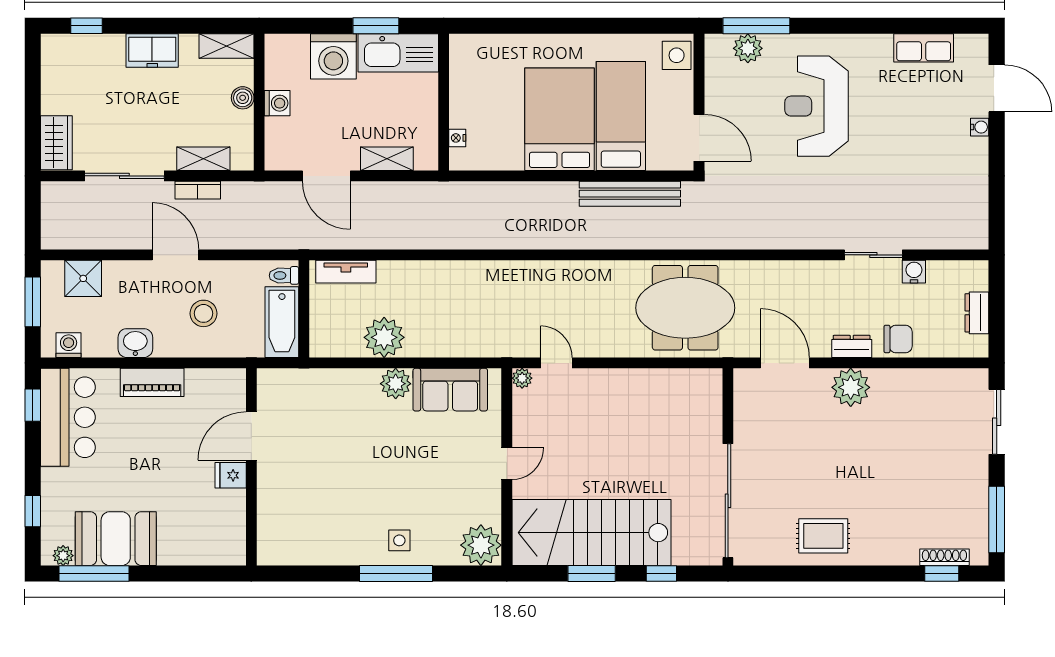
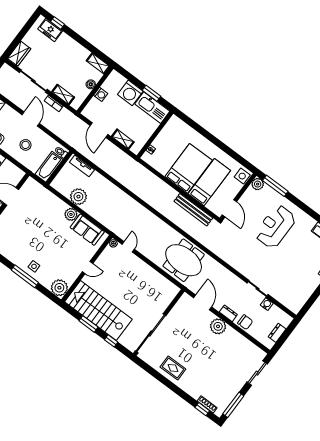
plant: (748, 48) -> (258, 184), moved
freezer: (152, 51) -> (50, 30), moved

